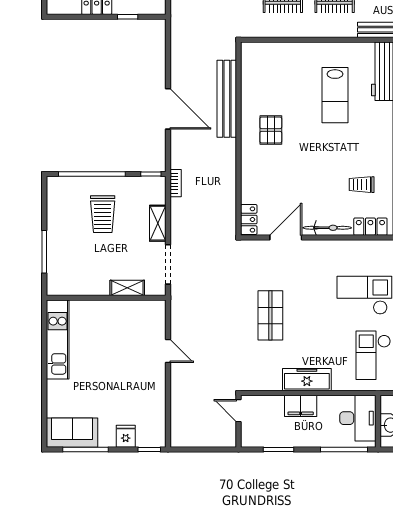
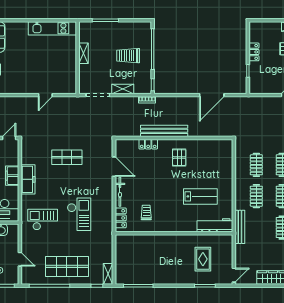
lab bench: (335, 95) -> (200, 196), turned 180
bench: (227, 99) -> (164, 131), moved
door: (168, 109) -> (212, 95), moved
pallet: (271, 130) -> (179, 158), turned 90
locker: (249, 219) -> (148, 144), moved
shelving: (127, 288) -> (84, 53), moved

